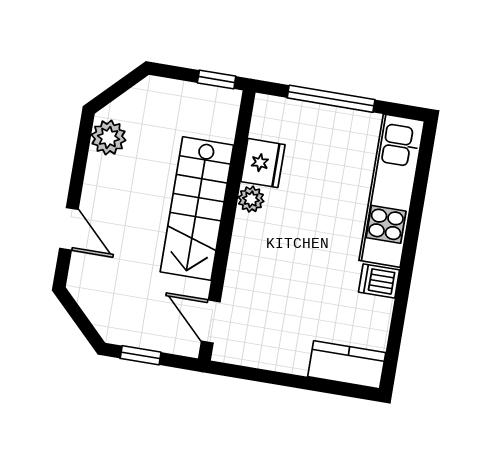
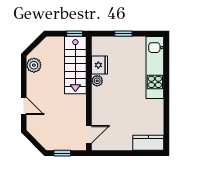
window: (331, 99) -> (123, 34), width x0.46
stairs: (197, 208) -> (75, 65), moved
dishwasher: (379, 281) -> (156, 106), removed
door: (211, 322) -> (89, 134), swing flipped

